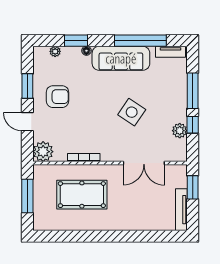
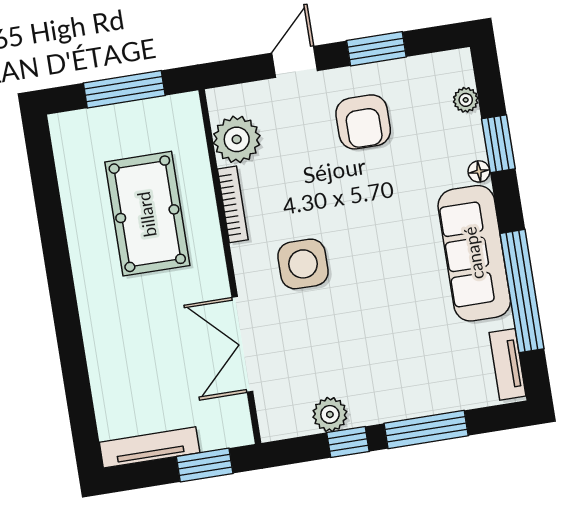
side table: (132, 112) -> (303, 264), moved, turned -34
plant: (43, 152) -> (237, 139), moved

